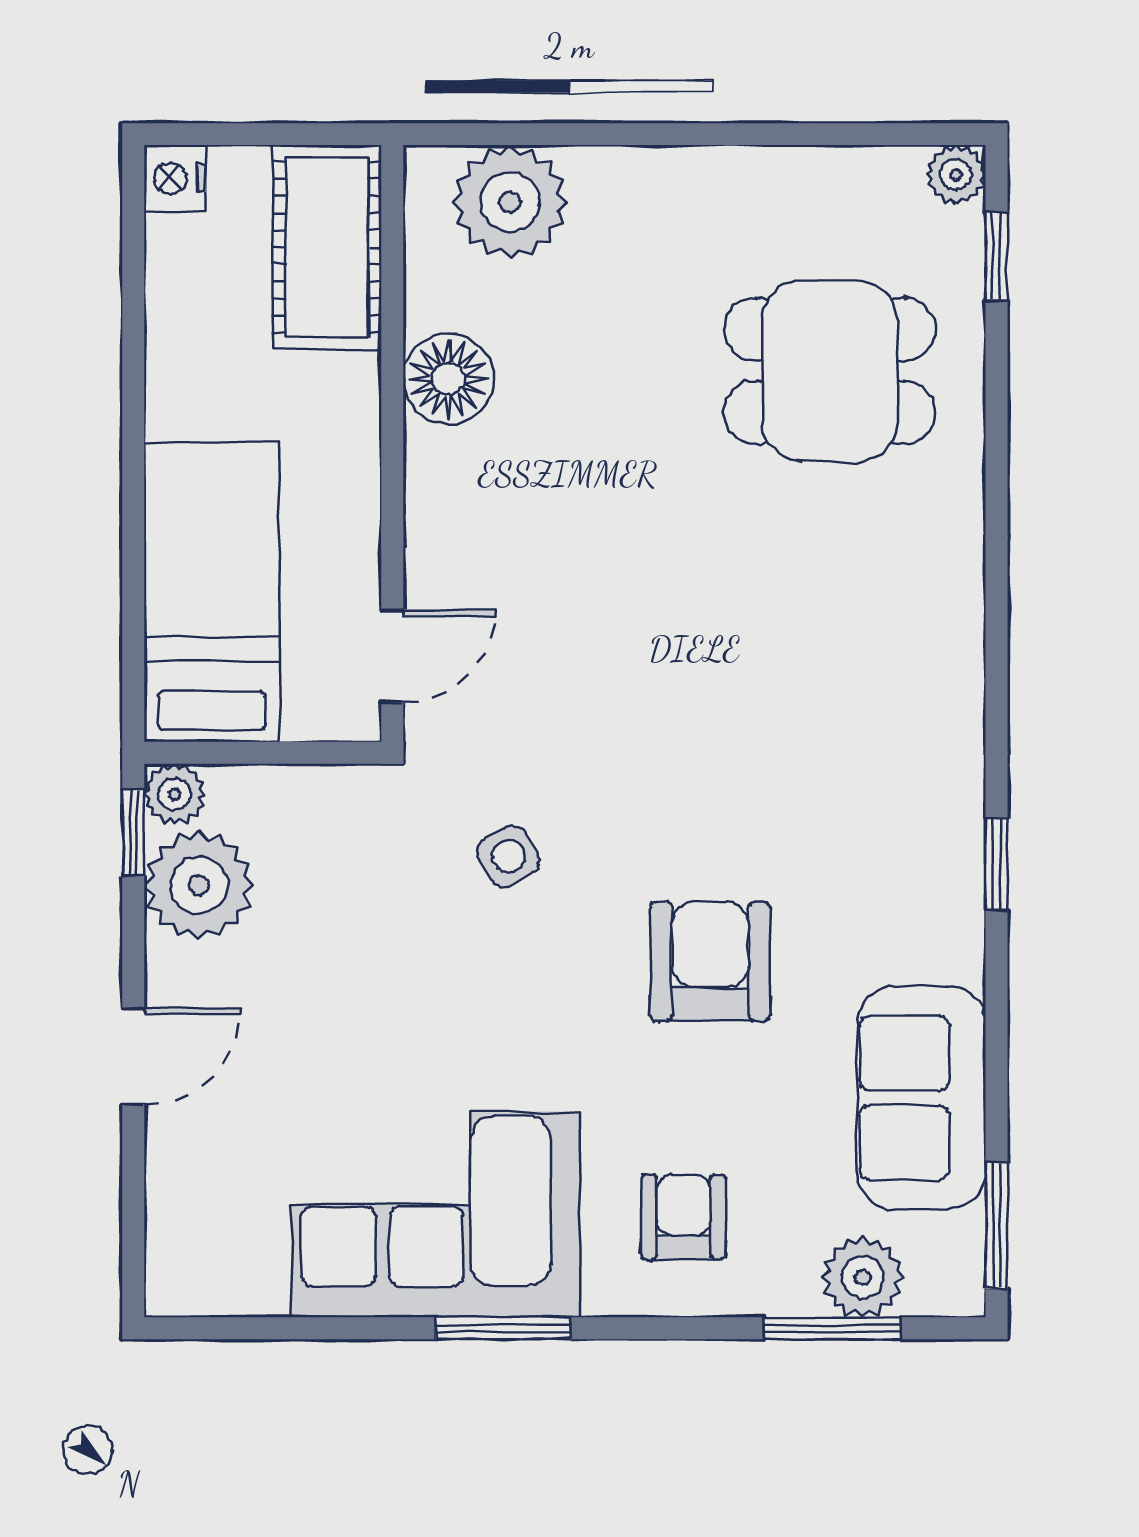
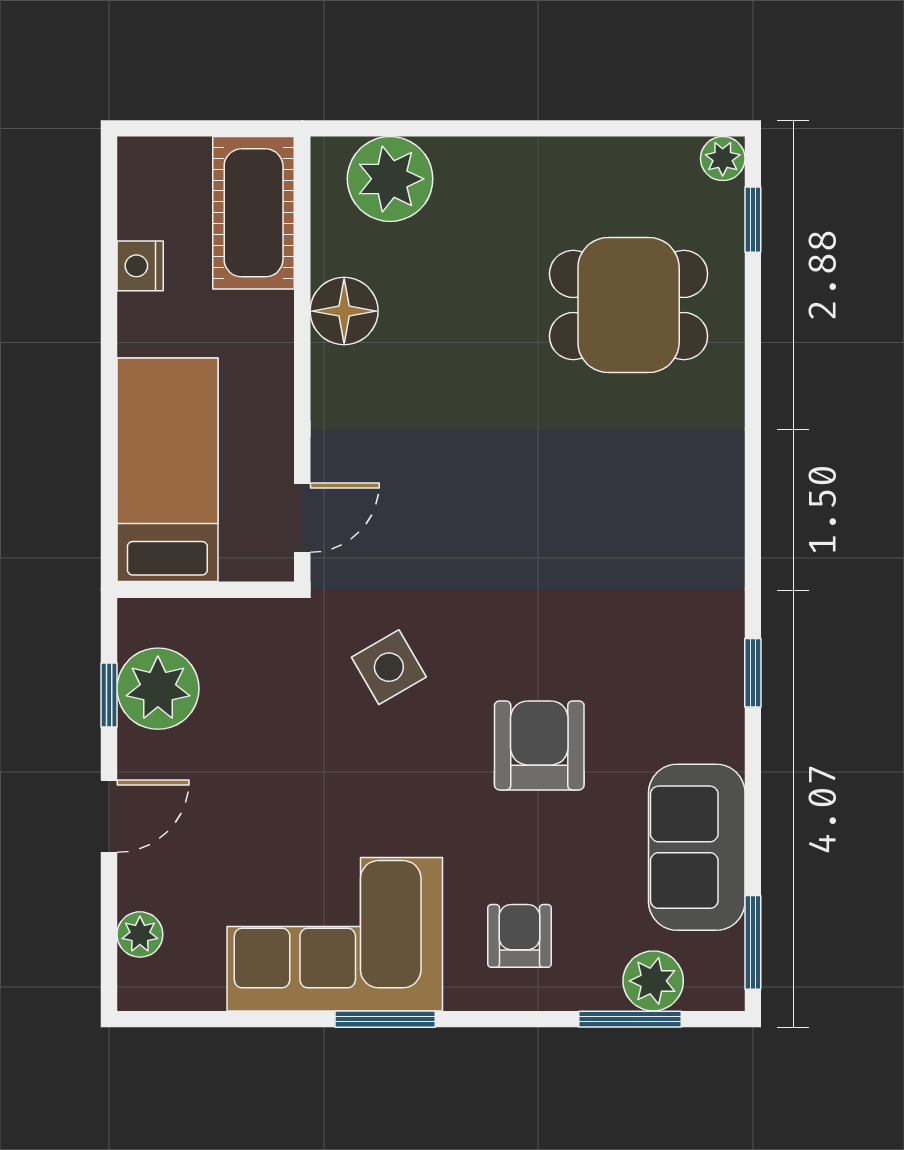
nightstand: (175, 178) -> (140, 266), moved
plant: (175, 794) -> (140, 934), moved
window: (133, 832) -> (109, 695), moved
side table: (509, 856) -> (389, 667), width x1.37, depth x1.37

